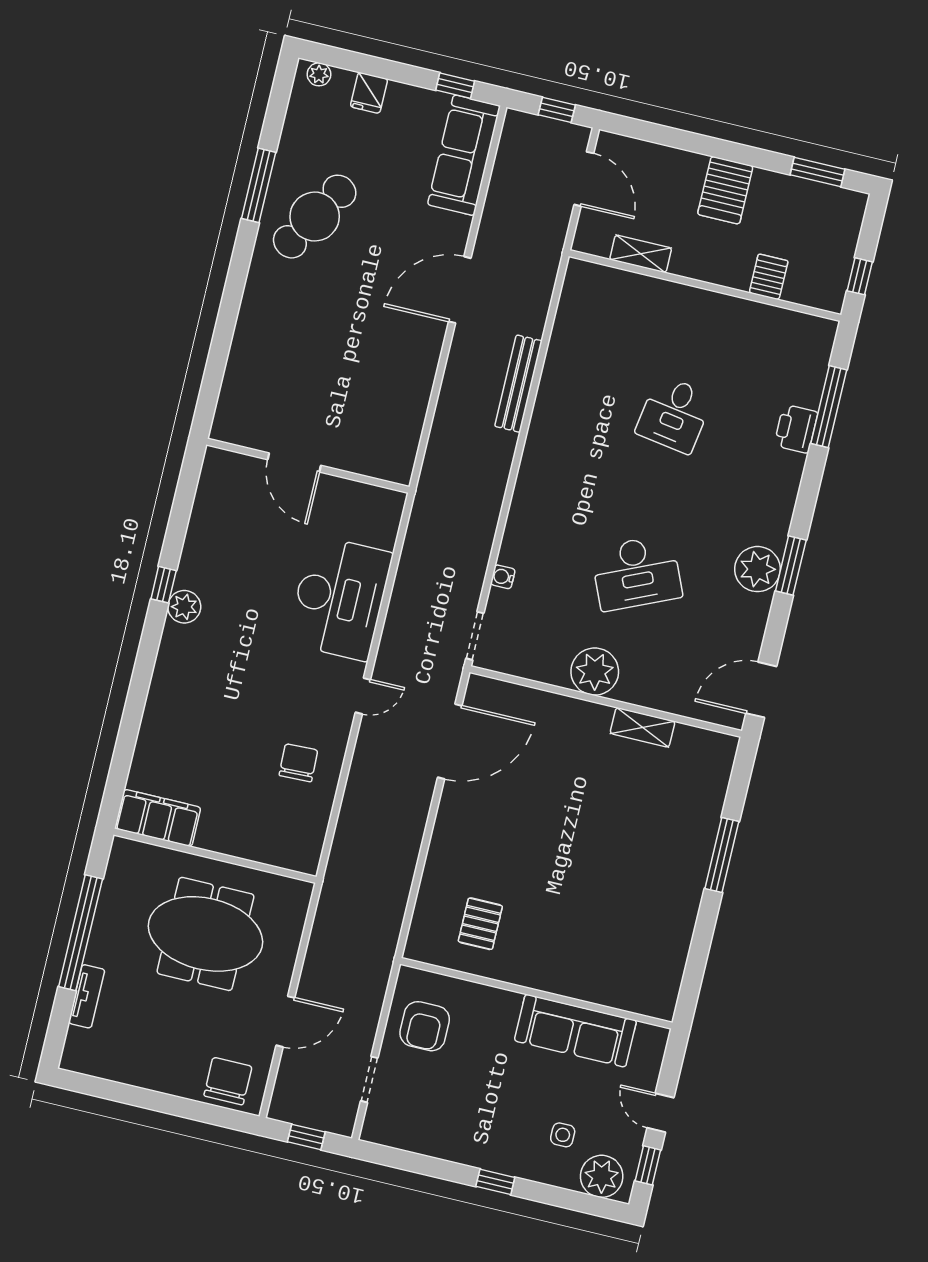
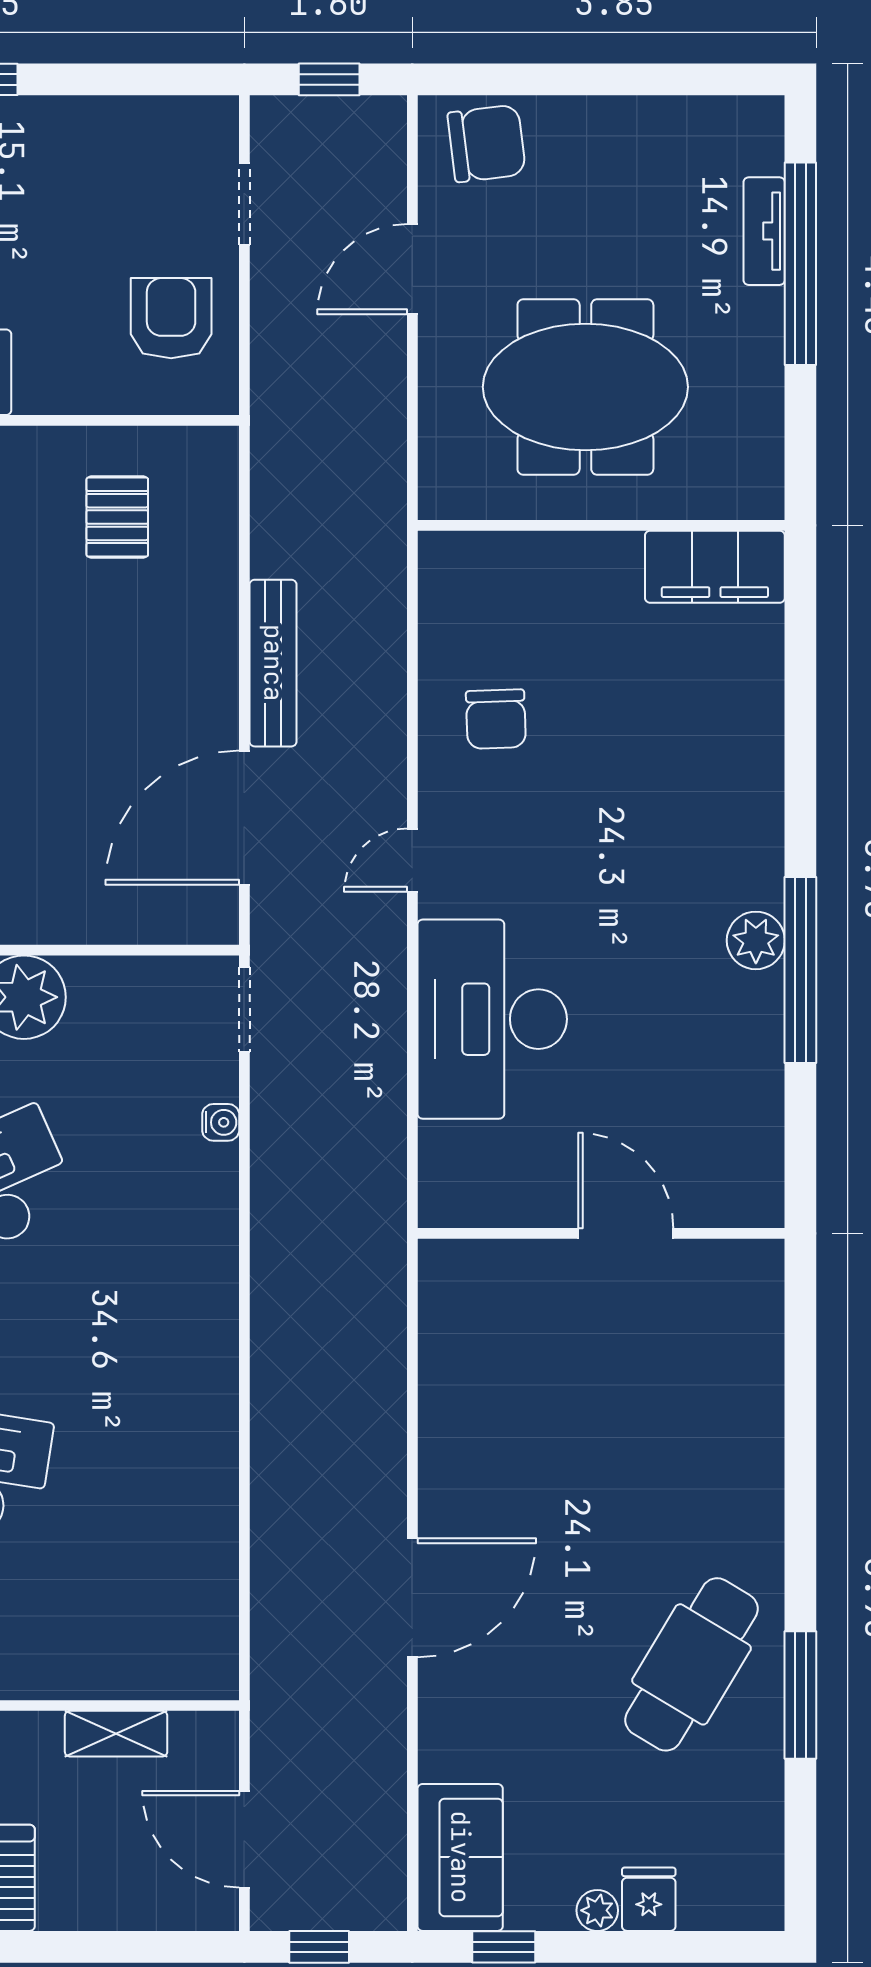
plant: (319, 74) -> (597, 1910), moved
sofa: (464, 155) -> (460, 1857), width x0.73
bench: (518, 384) -> (273, 663), moved
window: (164, 585) -> (800, 970), width x3.17
window: (81, 933) -> (800, 264), moved
chair: (228, 1081) -> (487, 143), turned -97

